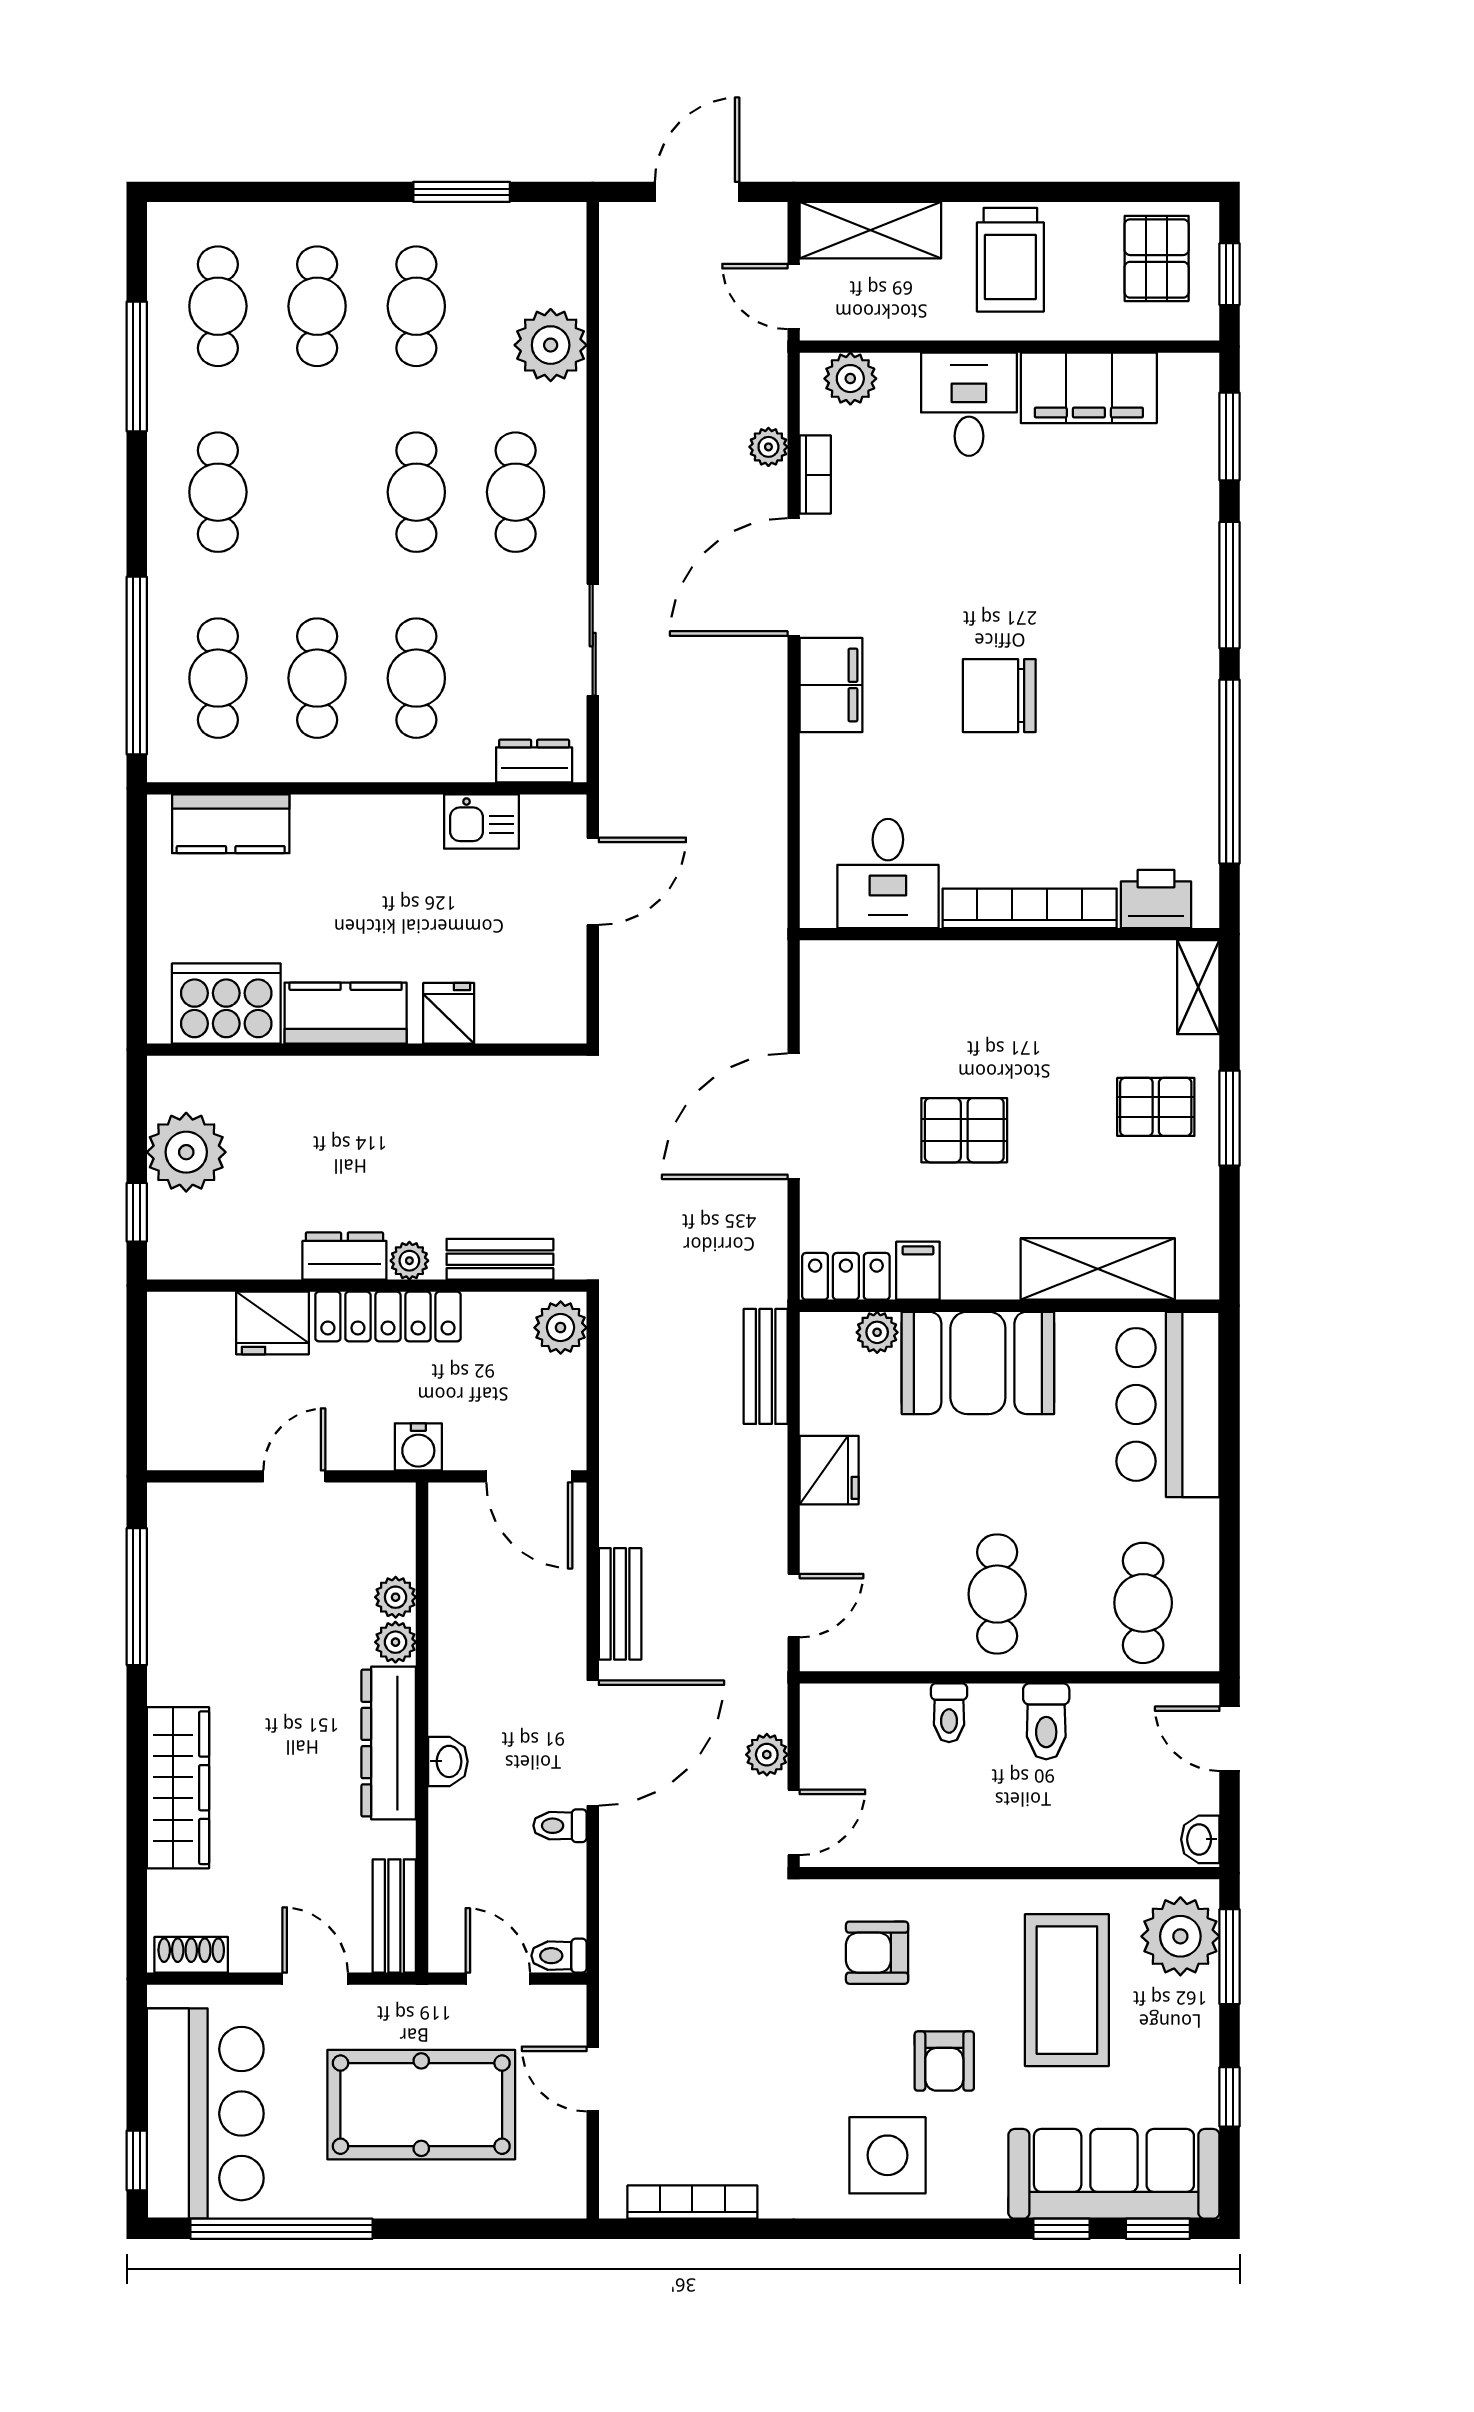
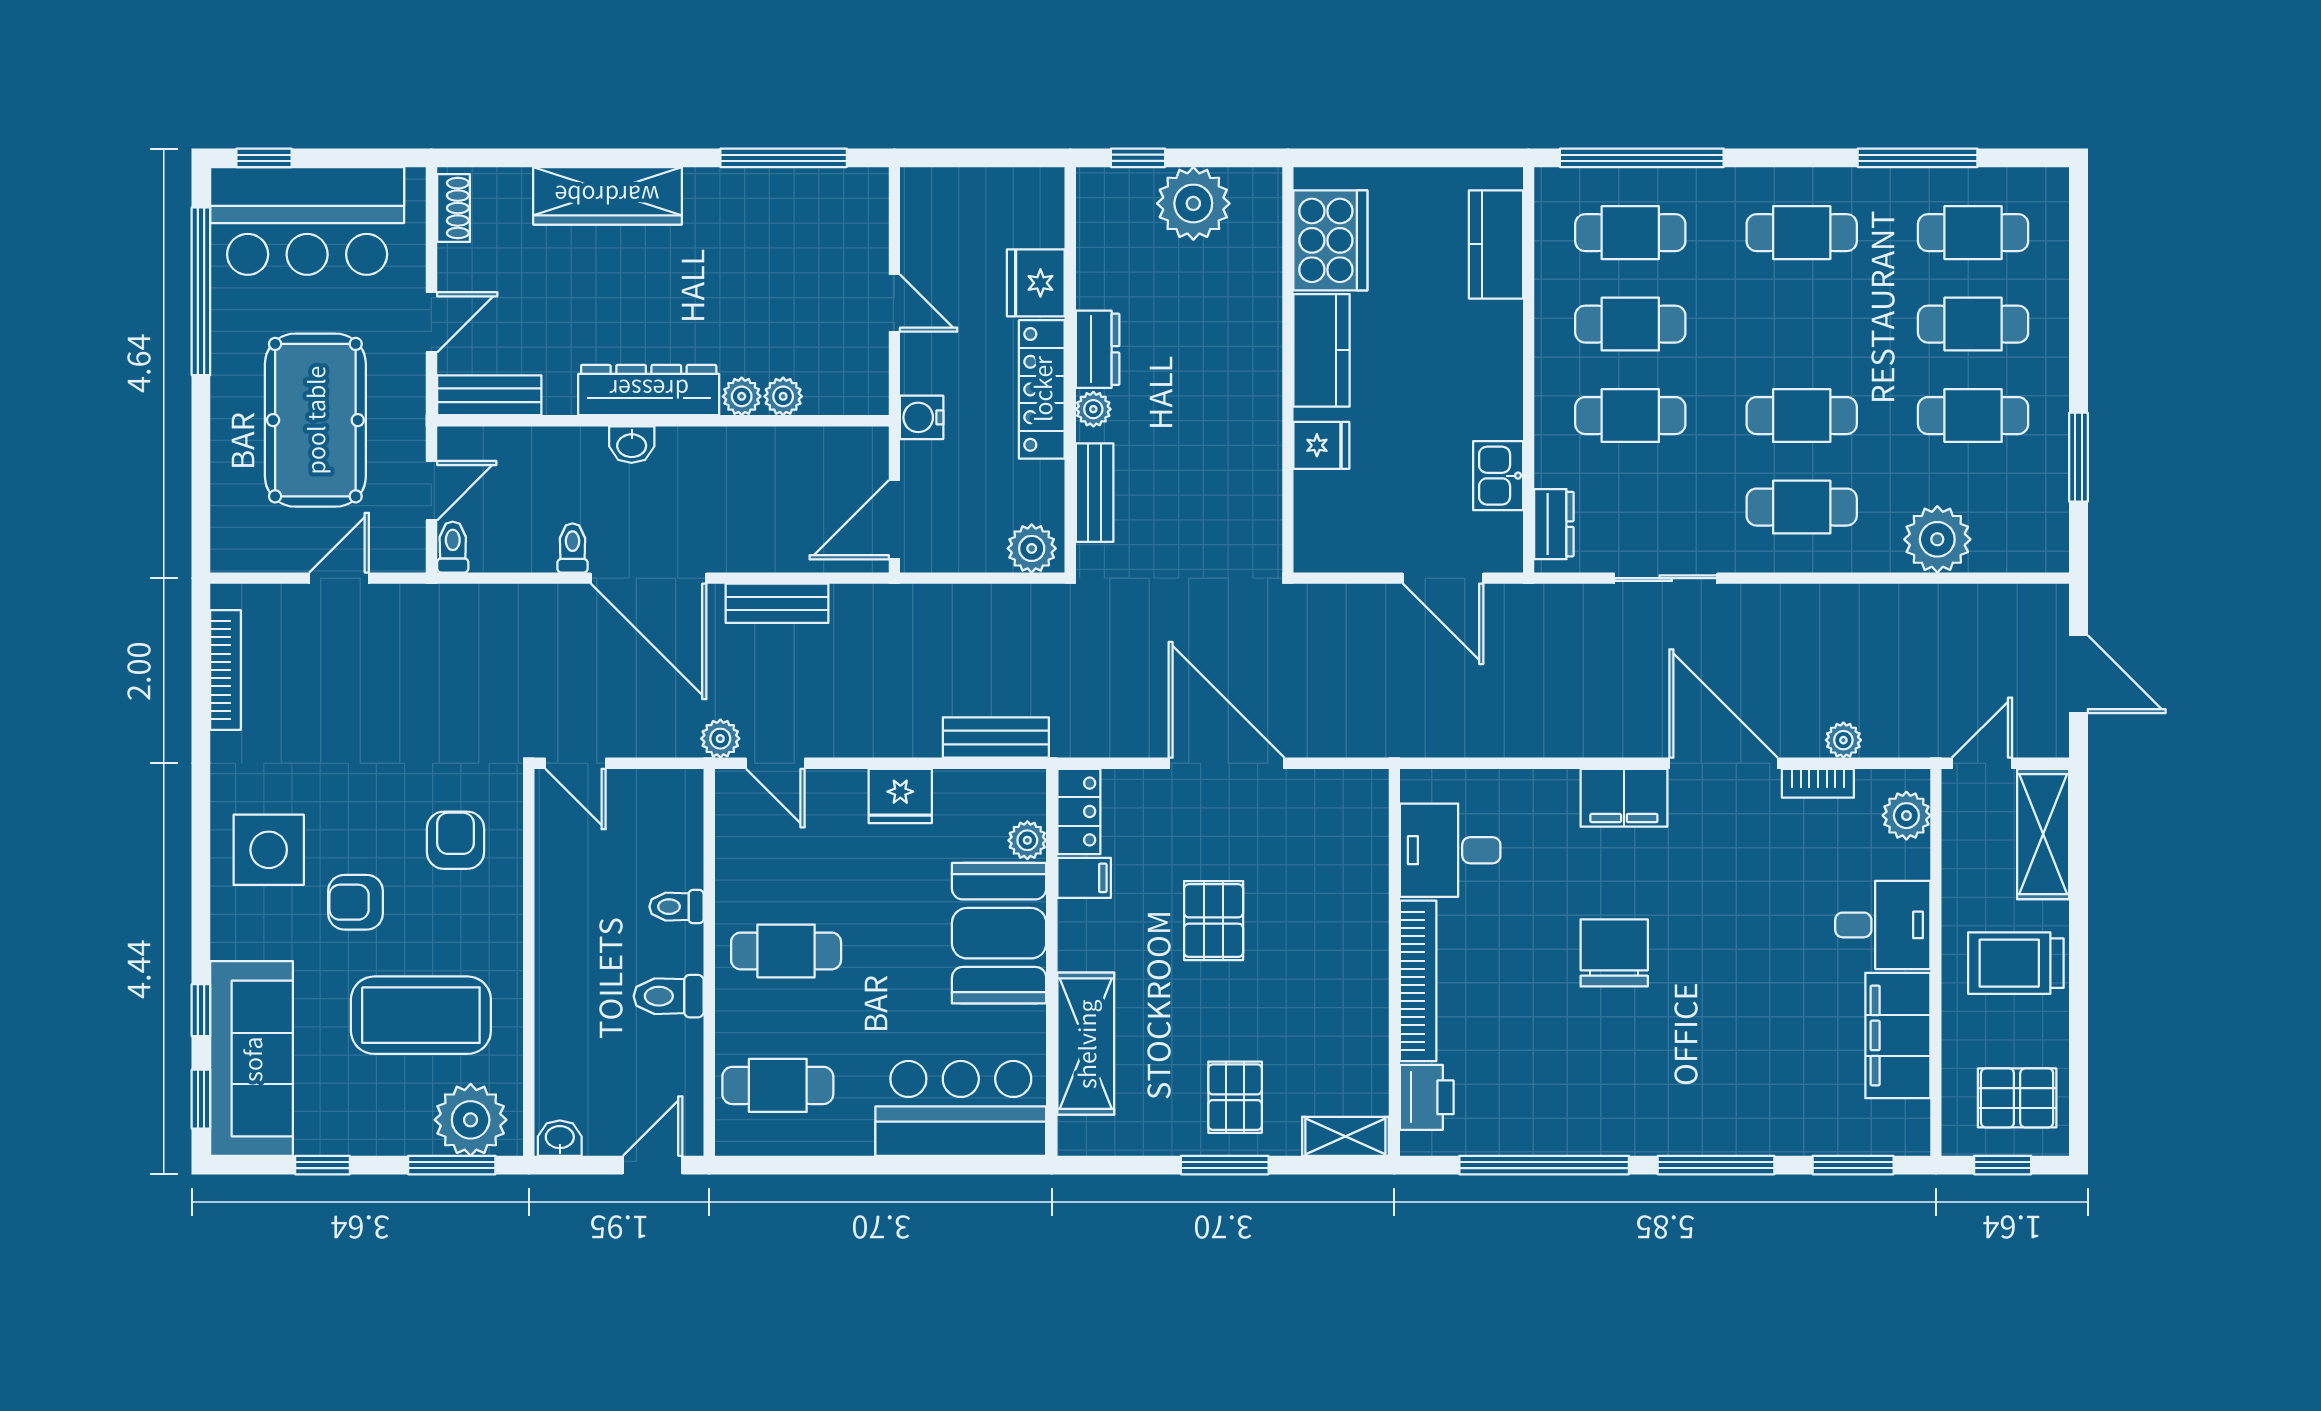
plant: (767, 1755) -> (720, 739), moved

